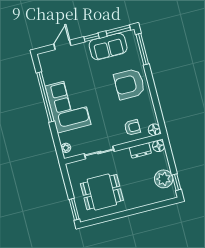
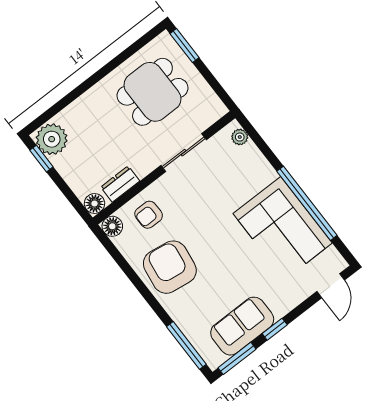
door: (62, 45) -> (331, 286), moved
armchair: (129, 84) -> (170, 267), moved, turned -82
corner sofa: (68, 105) -> (283, 228), moved
plant: (164, 179) -> (52, 139), moved

